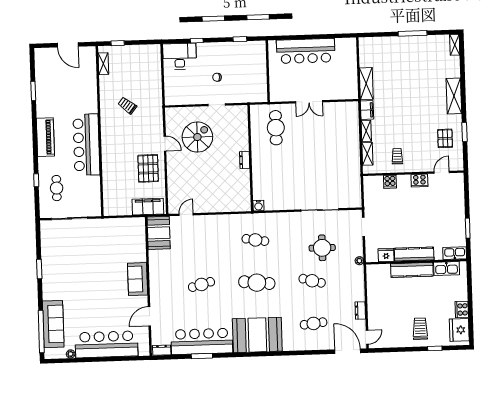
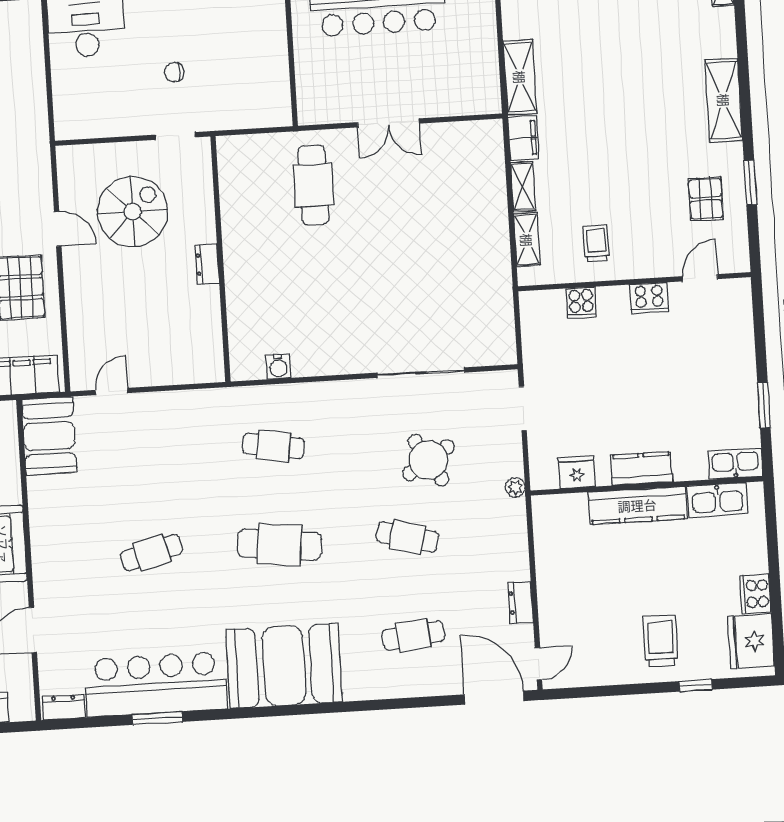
wall: (250, 158) -> (220, 259), moved
dresser: (245, 160) -> (207, 264), moved
round table: (322, 248) -> (428, 460), turned -32
kitchen counter: (414, 254) -> (642, 469), width x0.67

